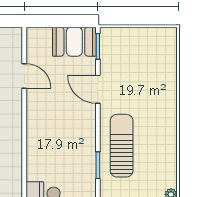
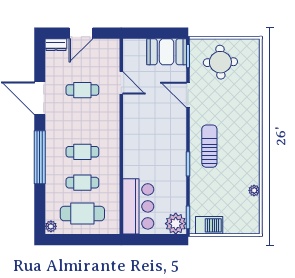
round table: (134, 53) -> (220, 62), added
sun lounger: (122, 146) -> (209, 146), width x0.73, depth x0.75

